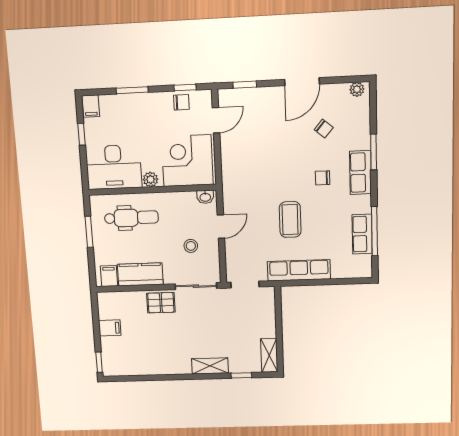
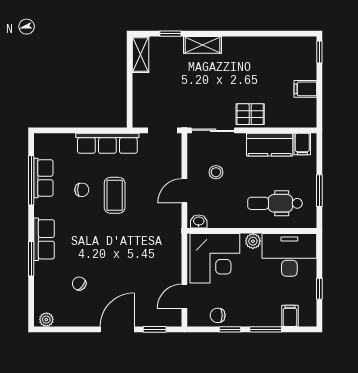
door: (302, 82) -> (117, 329), moved
window: (185, 88) -> (230, 329), moved
filing cabinet: (91, 106) -> (290, 316), moved
chair: (323, 178) -> (82, 190), moved

